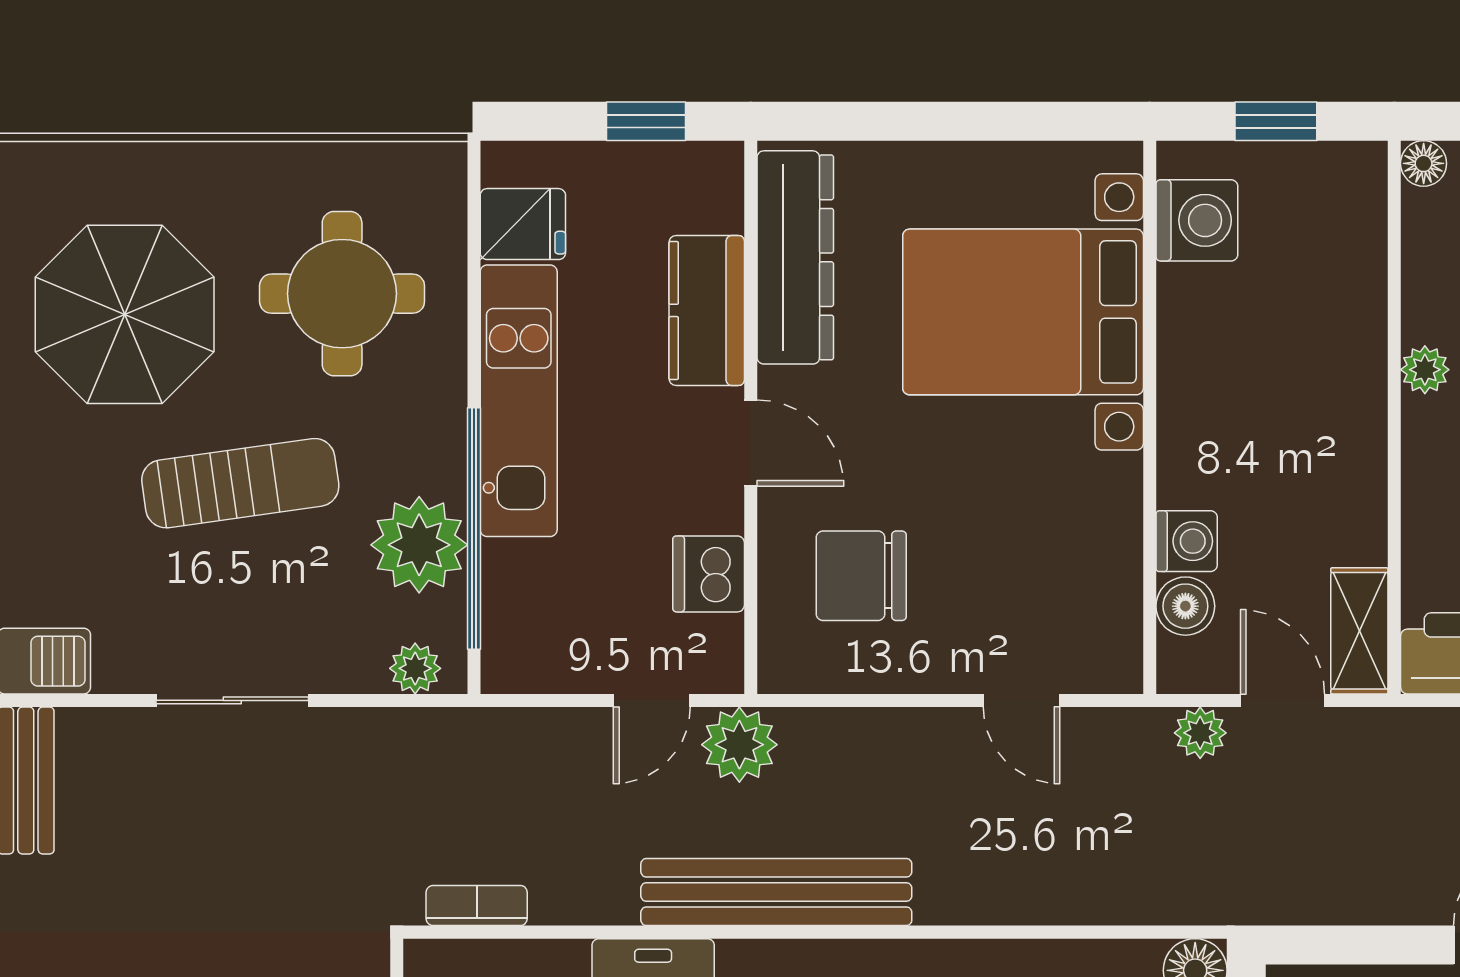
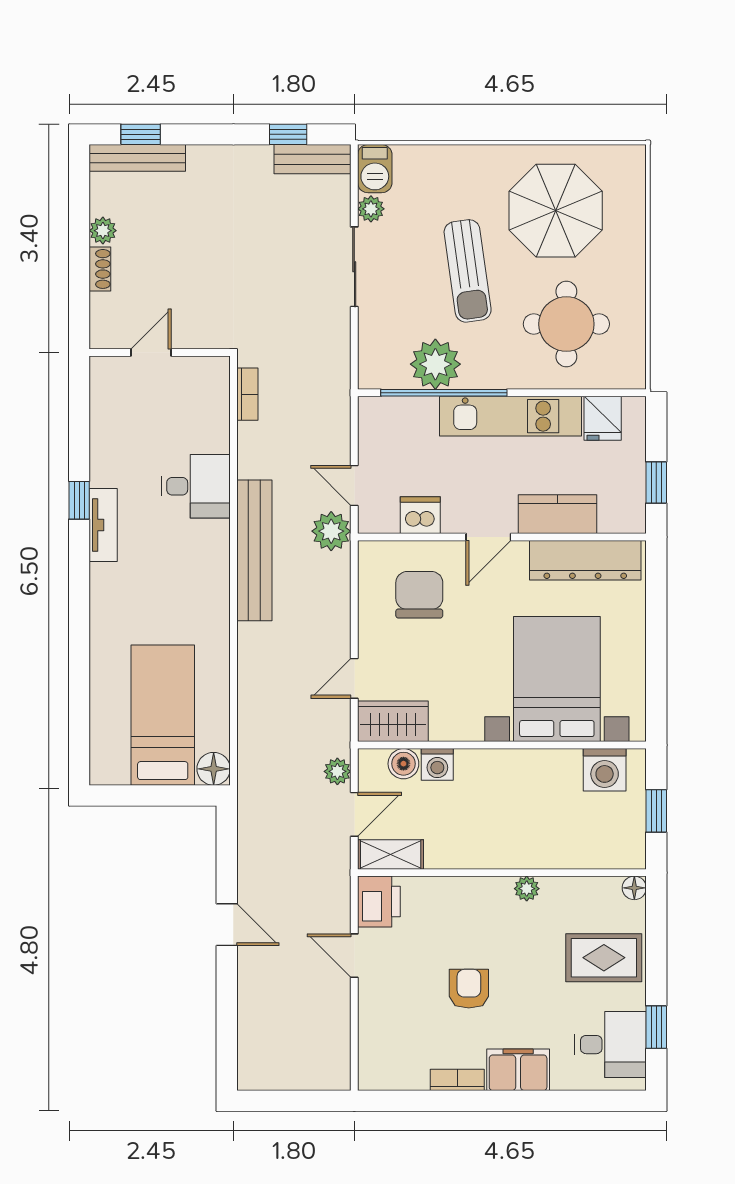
wardrobe: (1104, 626) -> (393, 721), added
plant: (415, 668) -> (371, 209), moved

